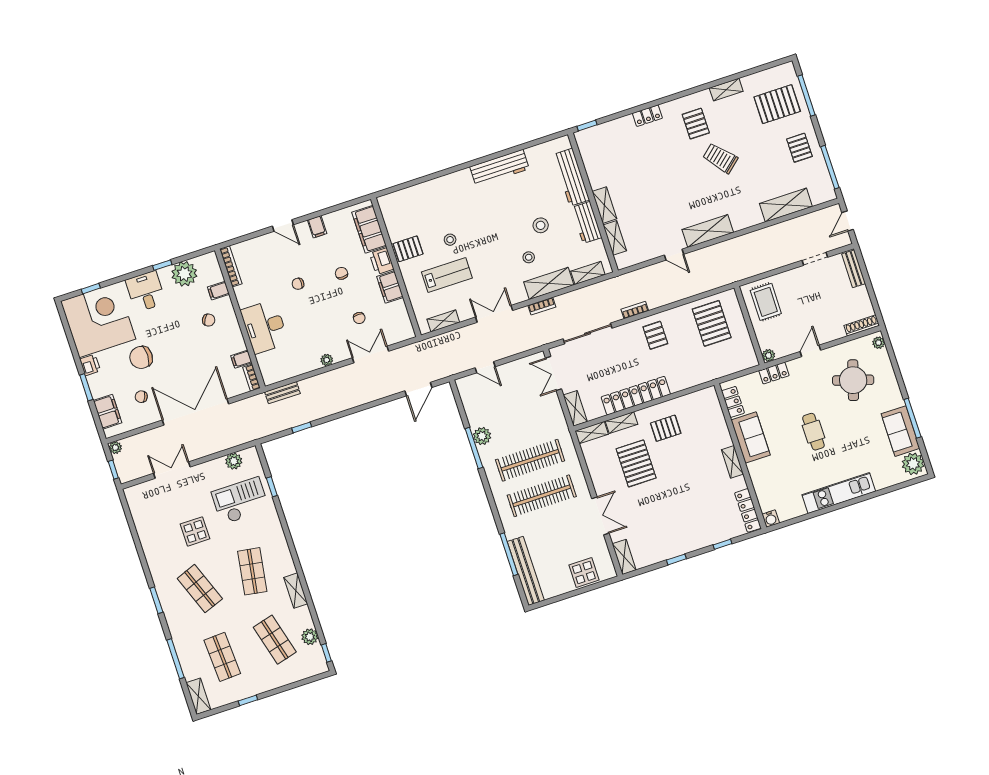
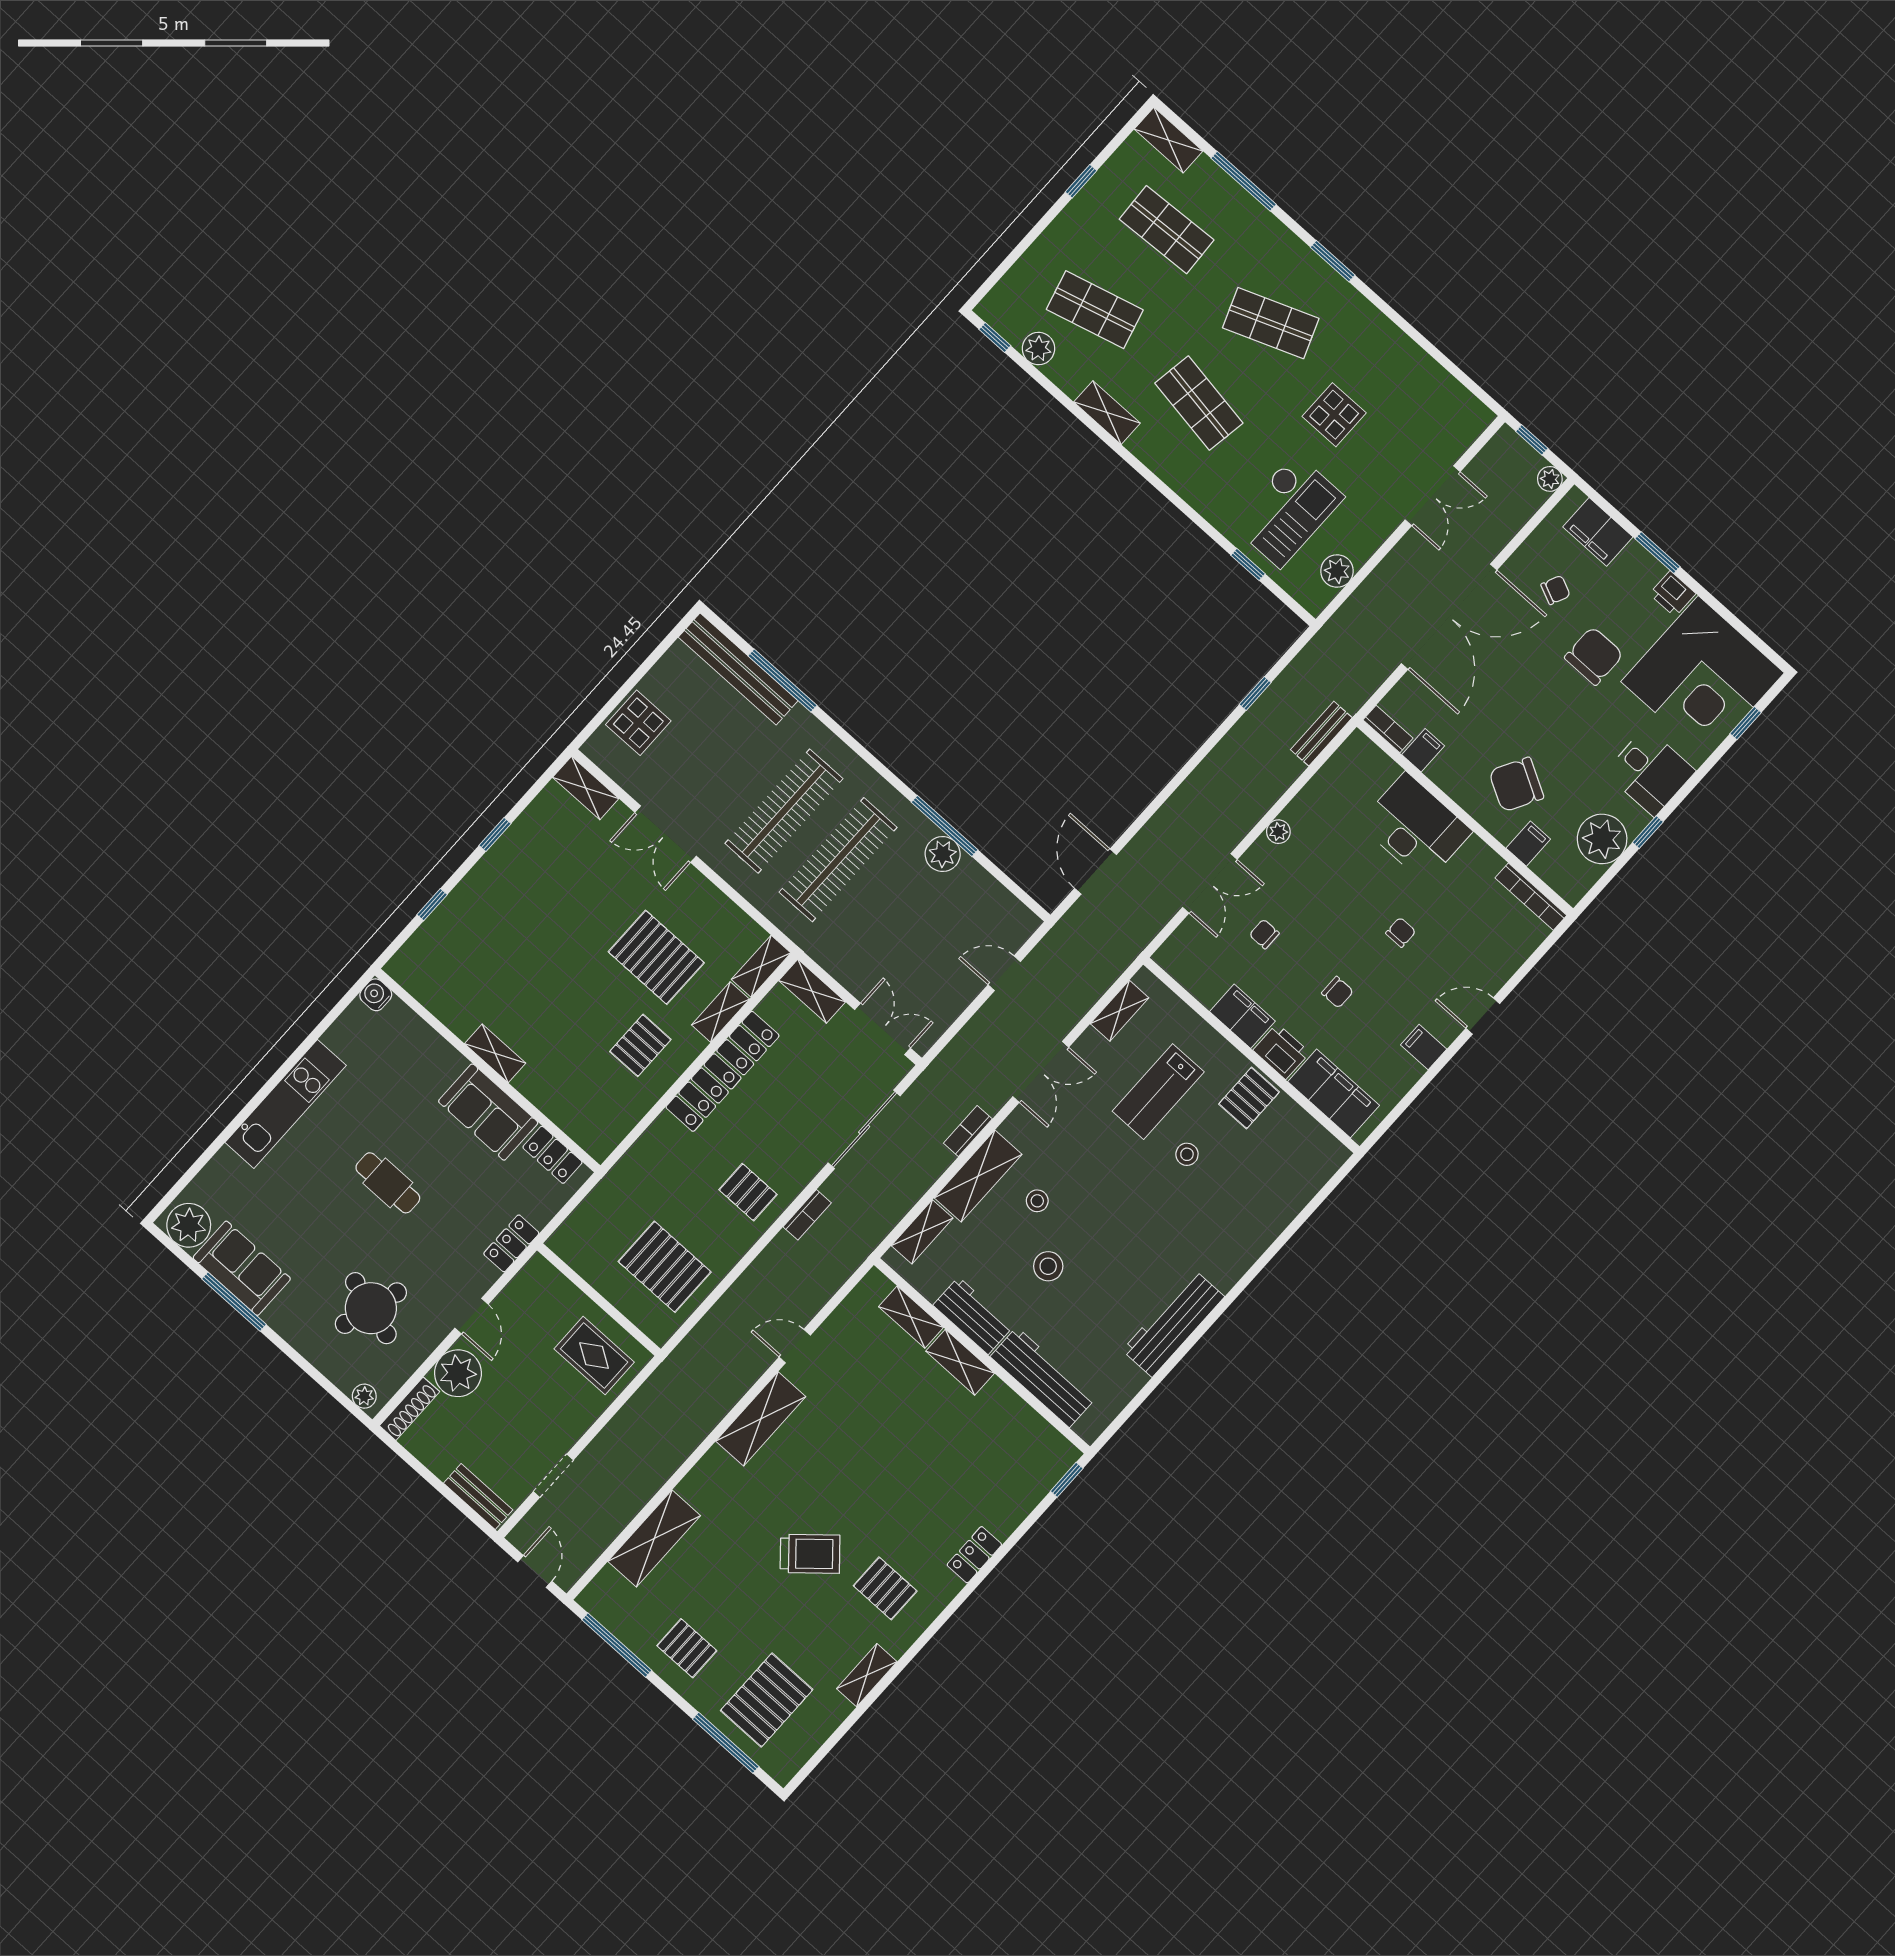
chair: (209, 320) -> (1516, 784), width x1.87, depth x1.87
plant: (768, 355) -> (458, 1373), moved, width x1.88, depth x1.88
locker: (748, 510) -> (422, 986), removed

